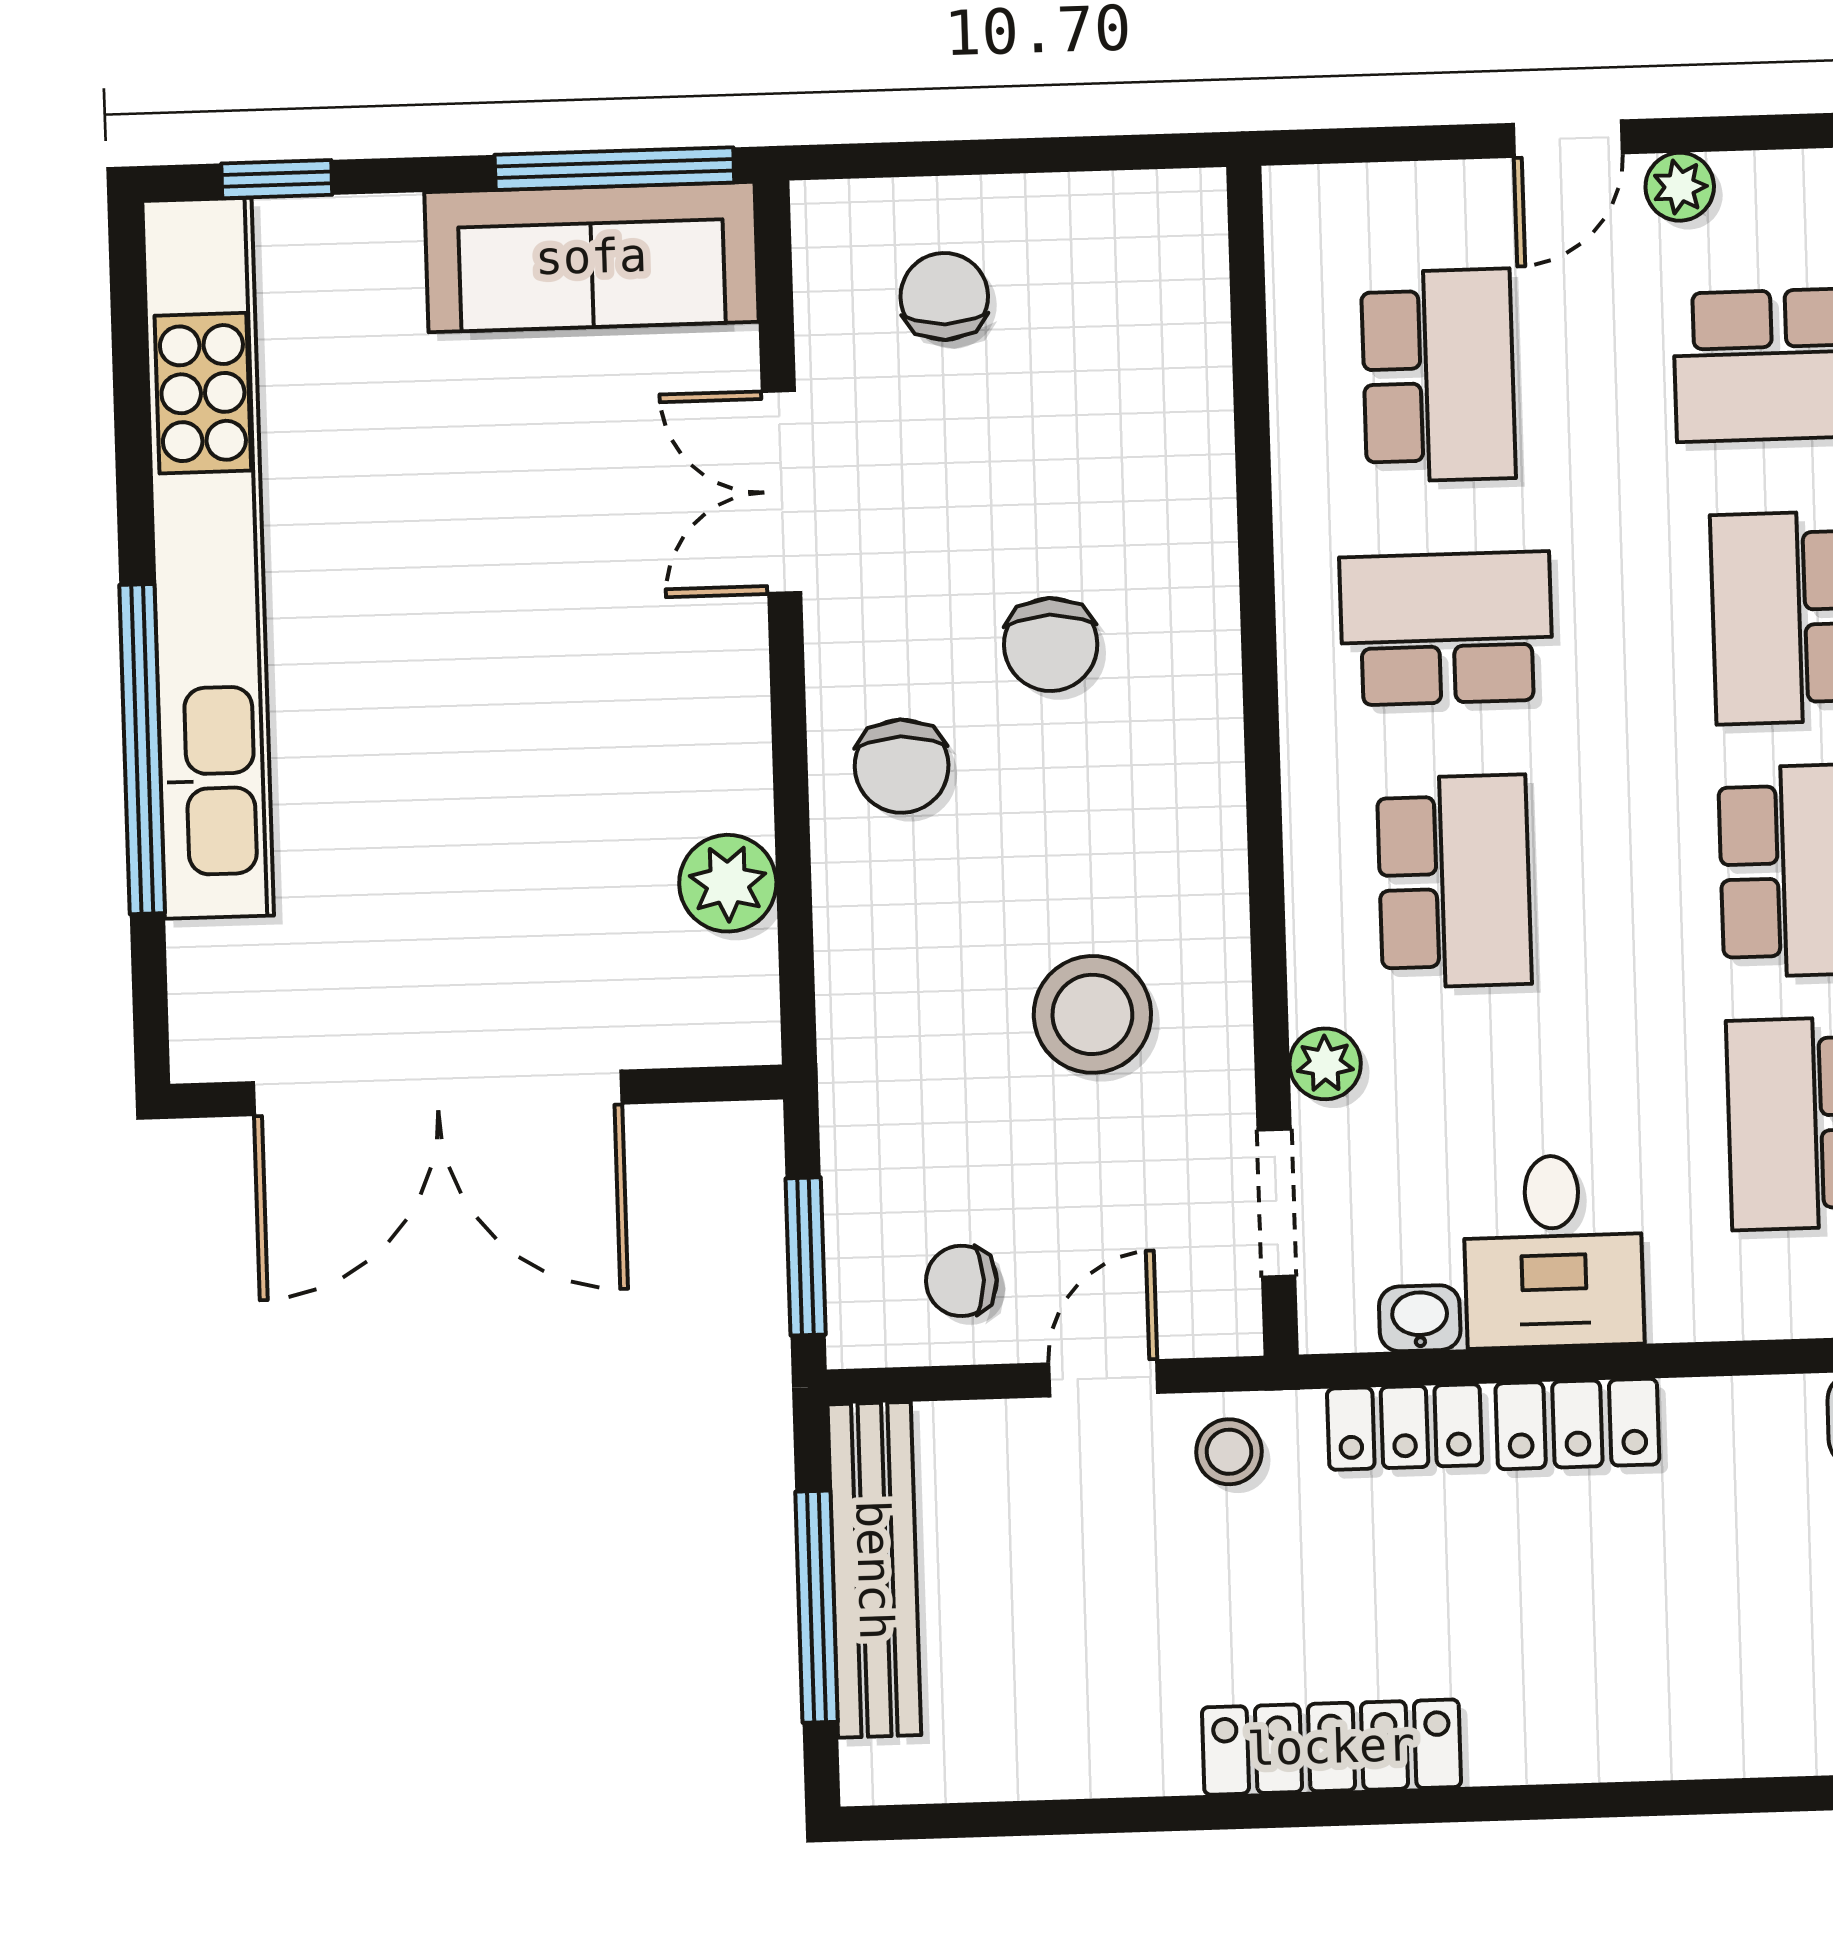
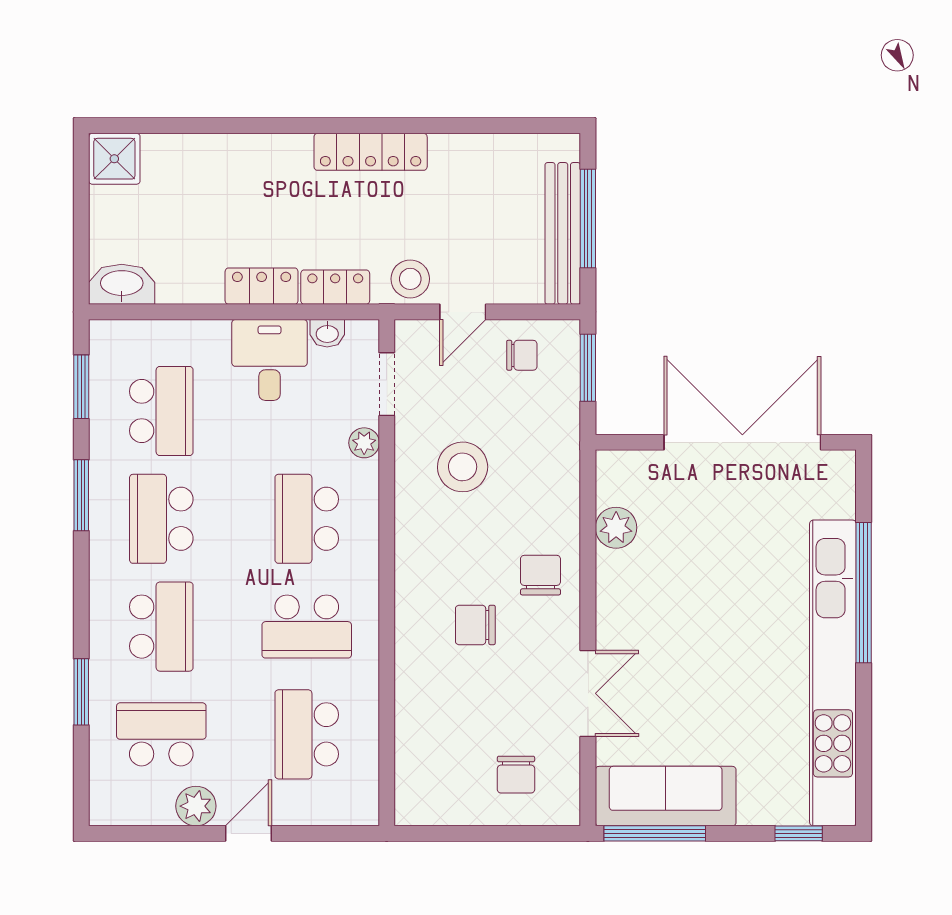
plant: (1680, 187) -> (196, 806), width x1.38, depth x1.38
chair: (1051, 645) -> (475, 625), turned -90
stool: (1229, 1452) -> (410, 279), width x1.37, depth x1.37

